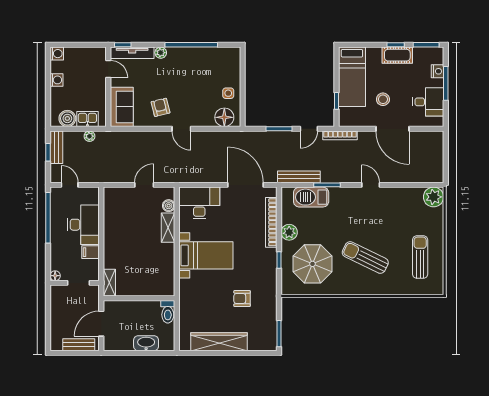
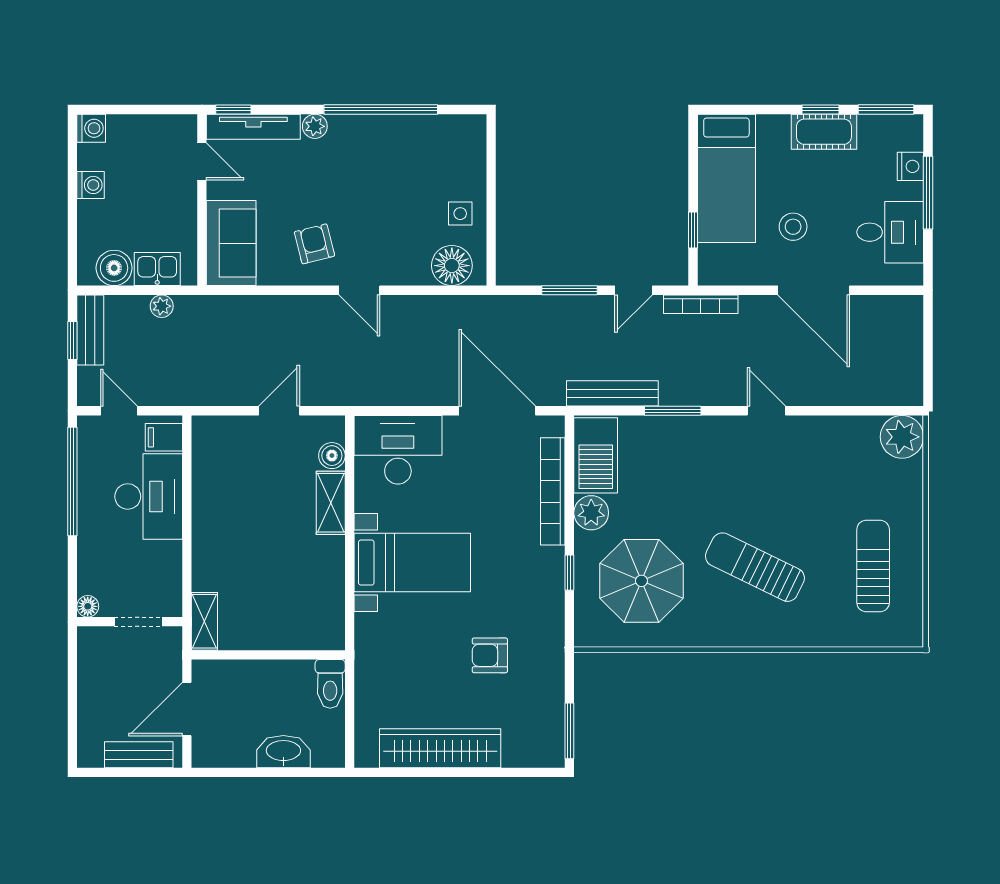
barbecue: (311, 197) -> (596, 455), moved, turned -90
filing cabinet: (90, 252) -> (164, 437), moved

